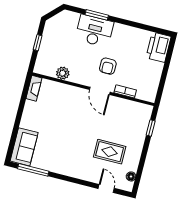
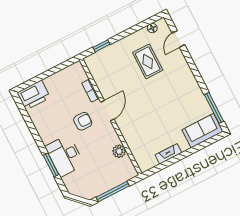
window: (38, 43) -> (113, 192), width x2.17
fireplace: (34, 88) -> (168, 154), moved

